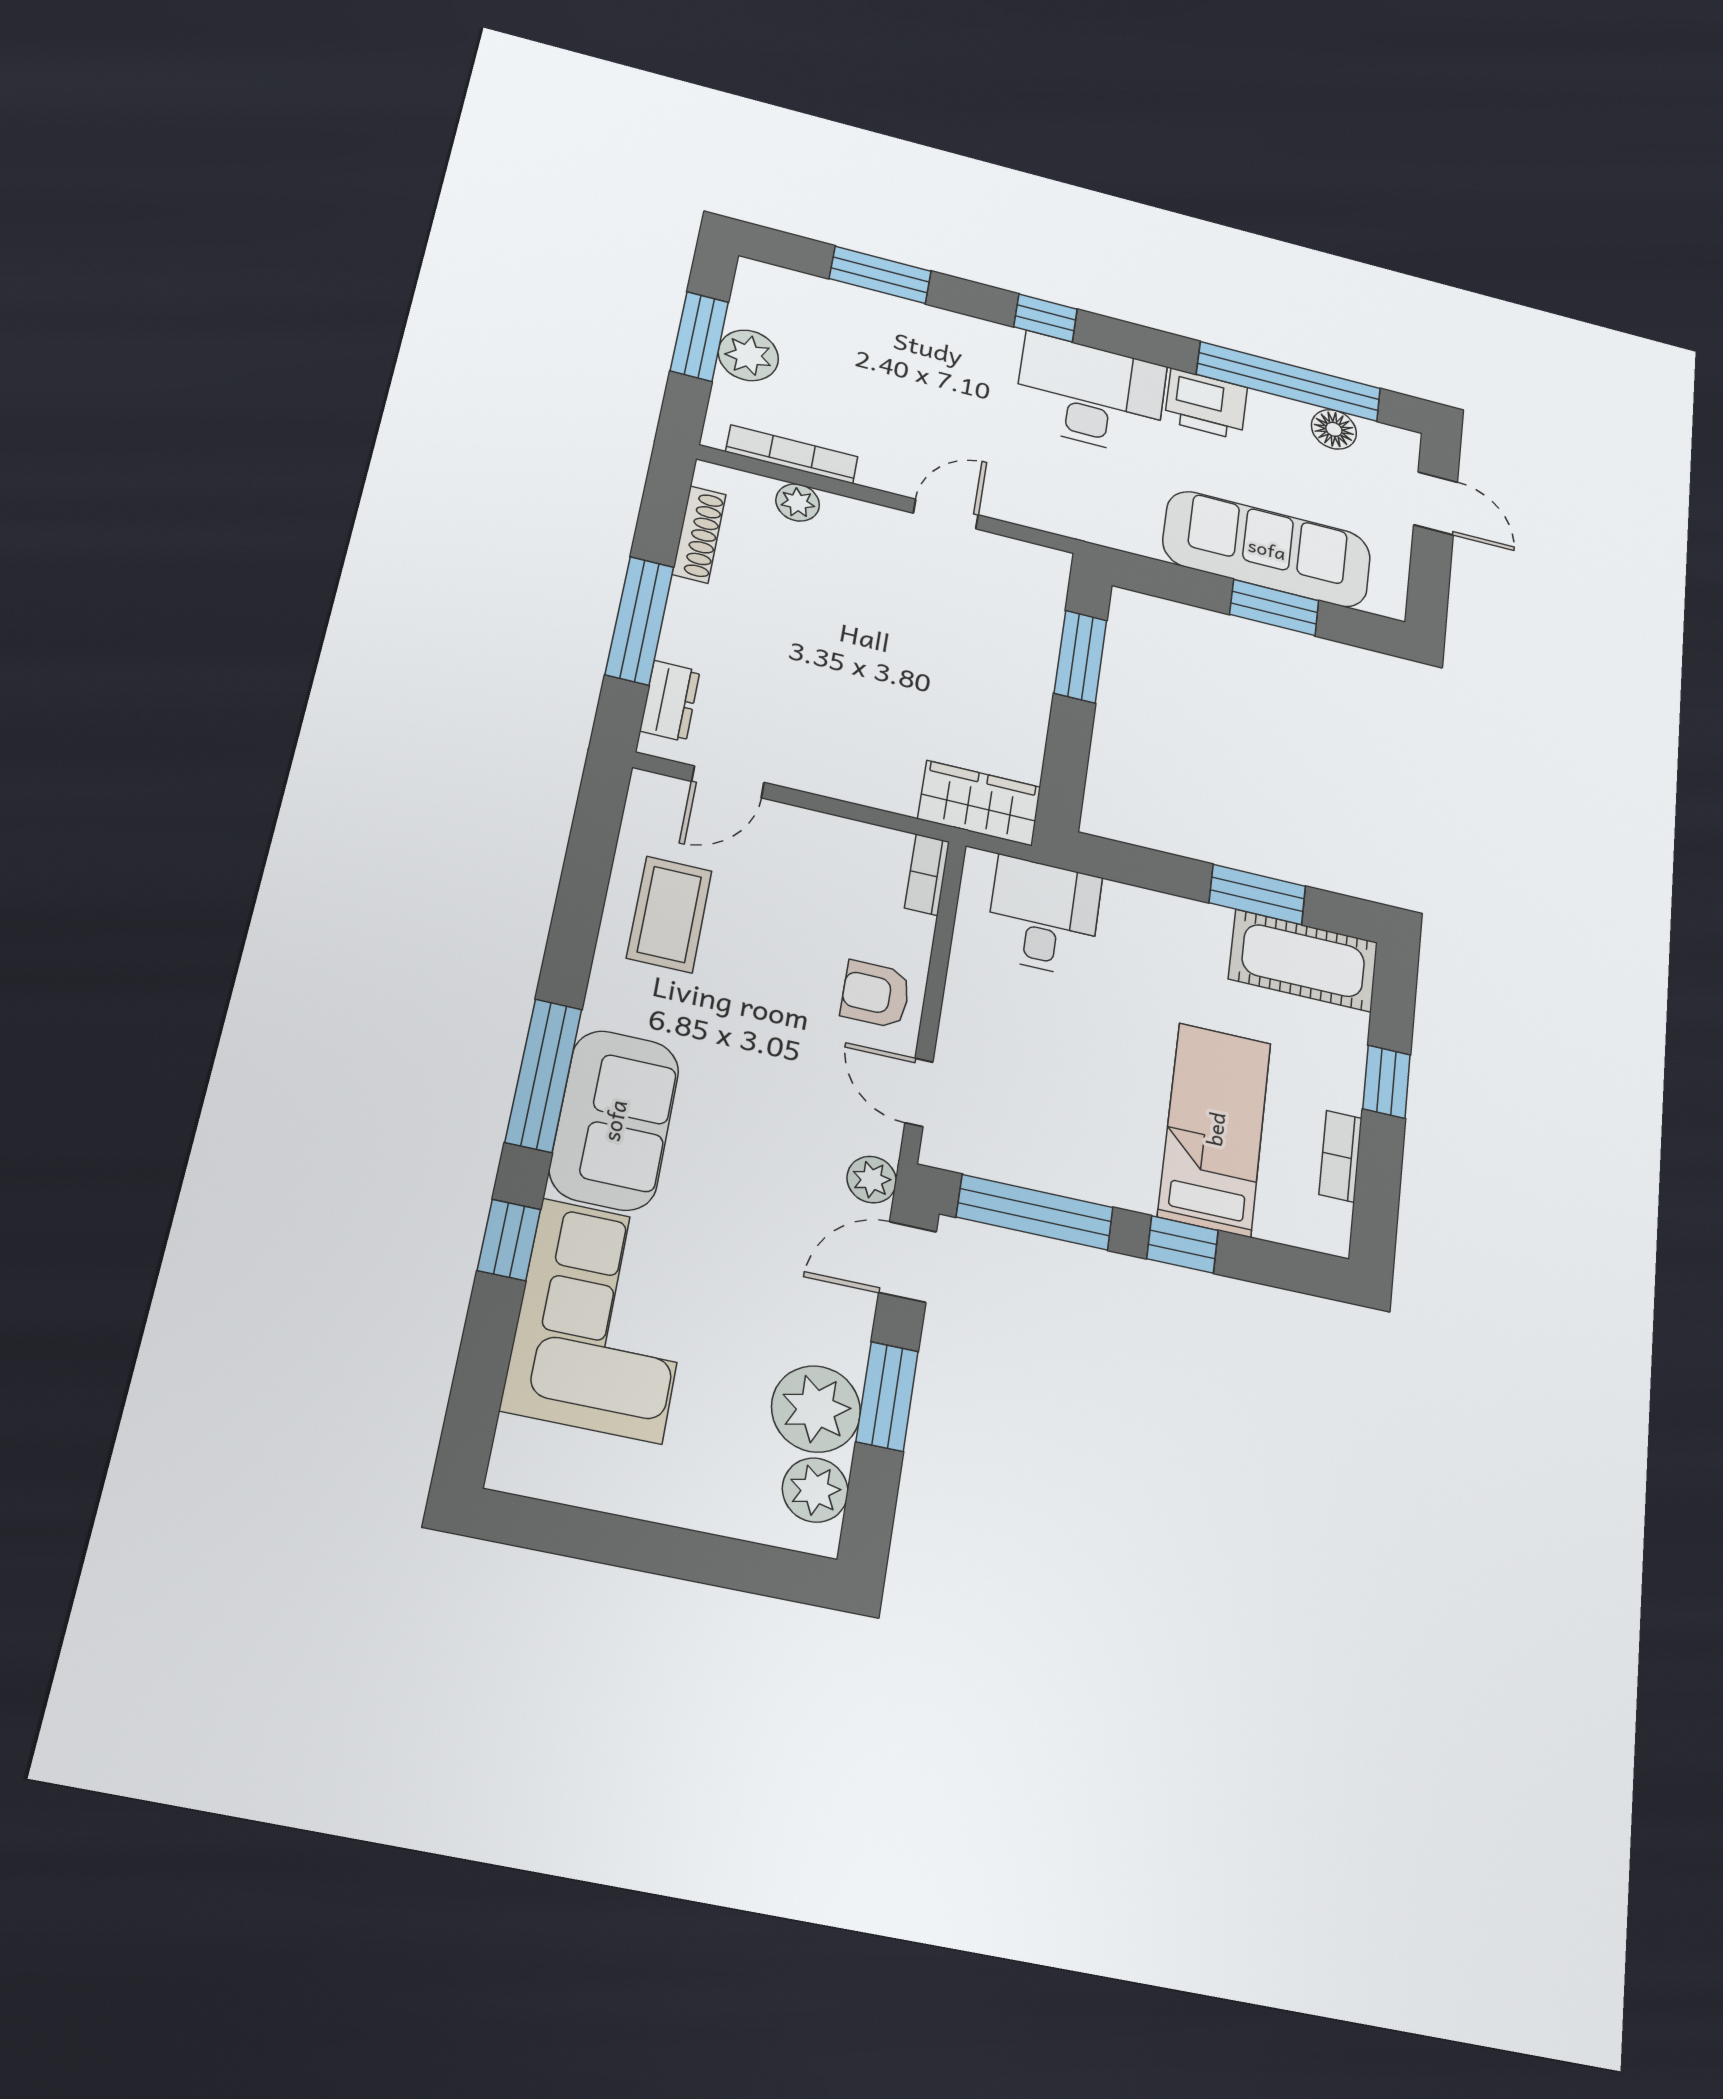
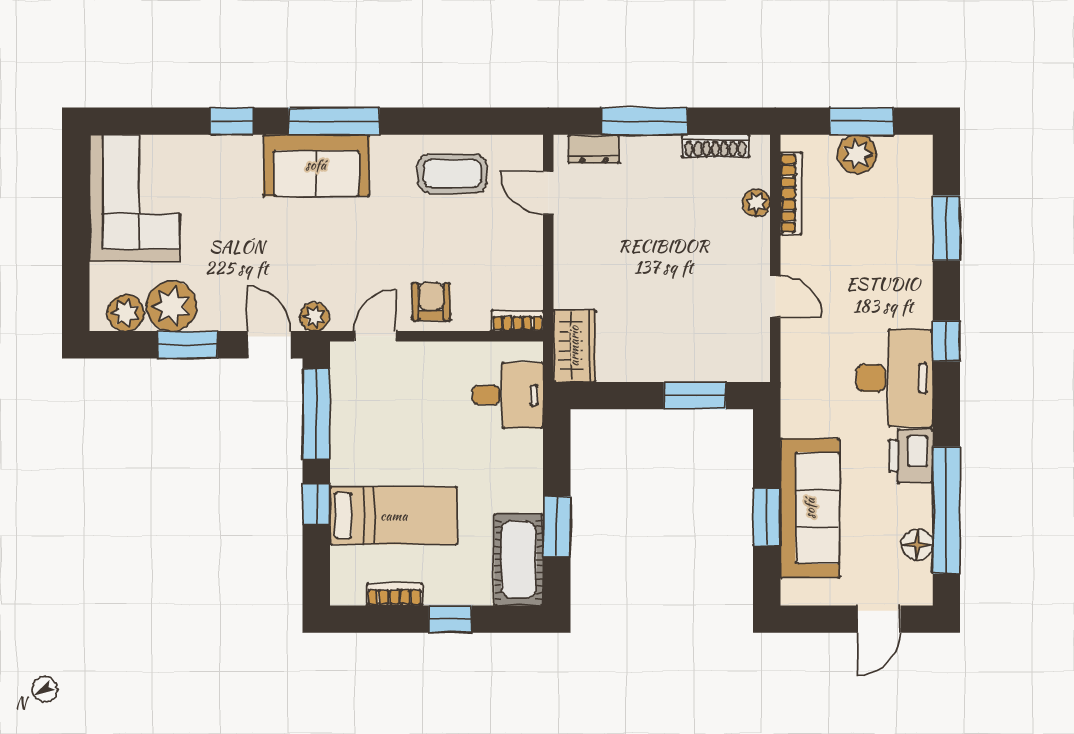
corner sofa: (602, 1320) -> (135, 198), moved, turned -90

